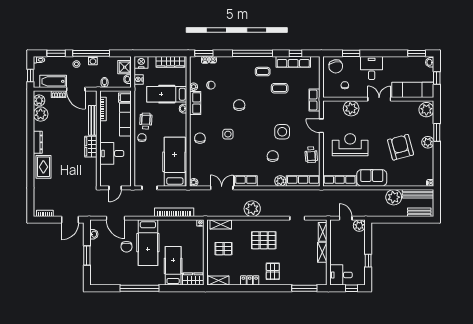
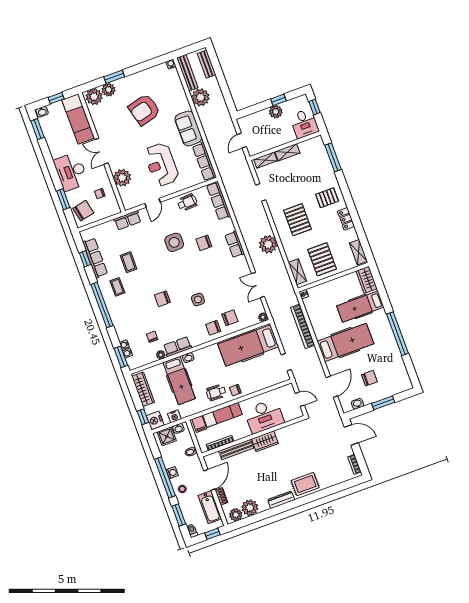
window: (148, 53) -> (143, 417), added
desk: (372, 68) -> (71, 172), width x1.37
plant: (428, 142) -> (109, 90), moved
desk: (112, 153) -> (264, 416), width x1.37
chair: (203, 155) -> (230, 318), added
row of seats: (246, 181) -> (235, 244), moved
plant: (280, 181) -> (228, 225), removed
plant: (359, 226) -> (276, 112), moved
chair: (126, 247) -> (369, 378), moved
pallet: (224, 249) -> (322, 259), width x1.50, depth x1.42

